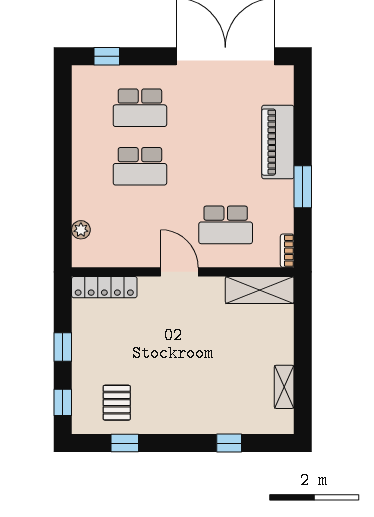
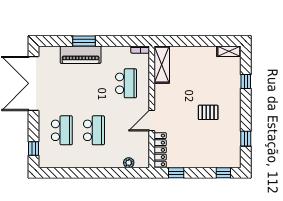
window: (303, 187) -> (84, 41), moved
door: (179, 272) -> (152, 121), moved
window: (63, 347) -> (176, 173), moved
shelving: (284, 387) -> (229, 51), moved
pallet: (117, 403) -> (208, 112), moved

